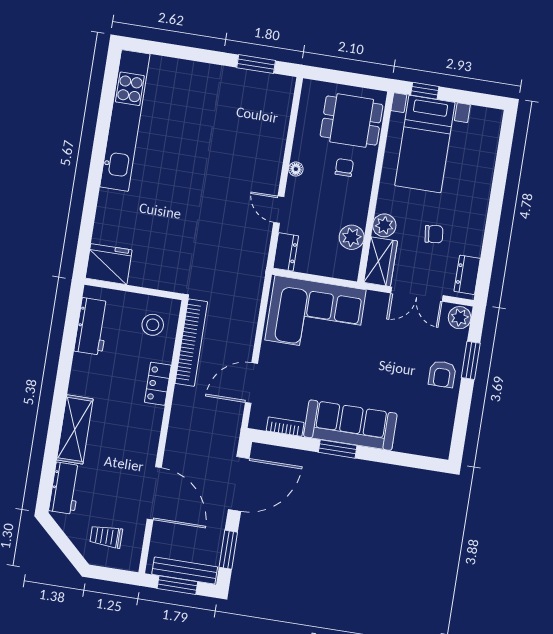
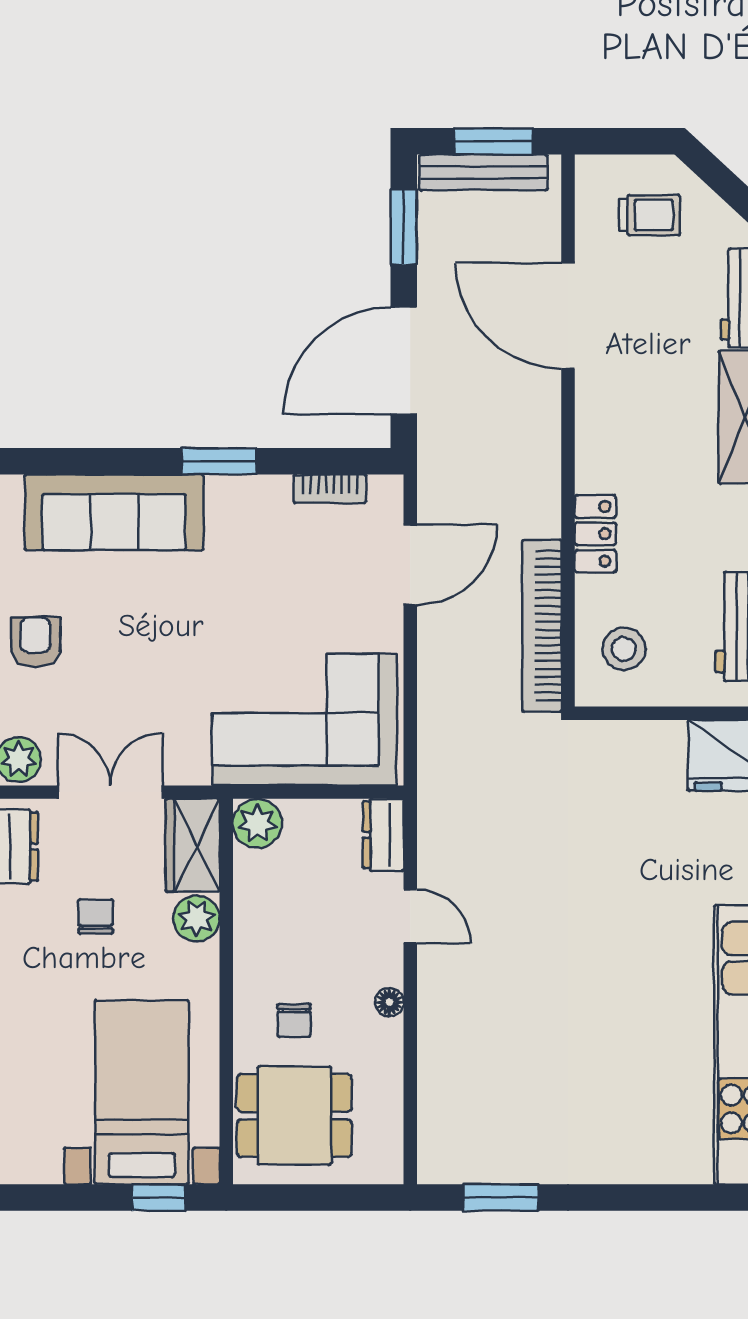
chair: (434, 234) -> (96, 917), turned 97
plant: (352, 237) -> (257, 823), moved
sofa: (350, 425) -> (114, 512), moved

